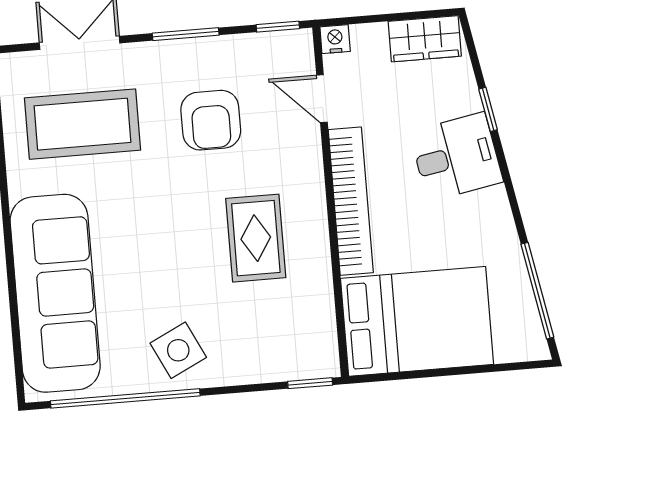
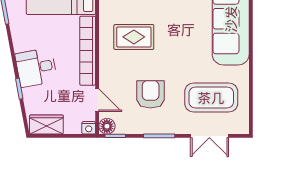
floor lamp: (297, 46) -> (107, 126), added
rug: (256, 238) -> (134, 37), turned 90

